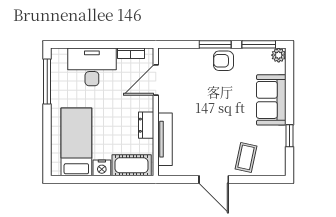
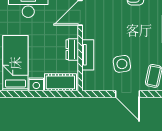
tv unit: (165, 139) -> (88, 55), width x0.71
side table: (207, 143) -> (122, 64), added

